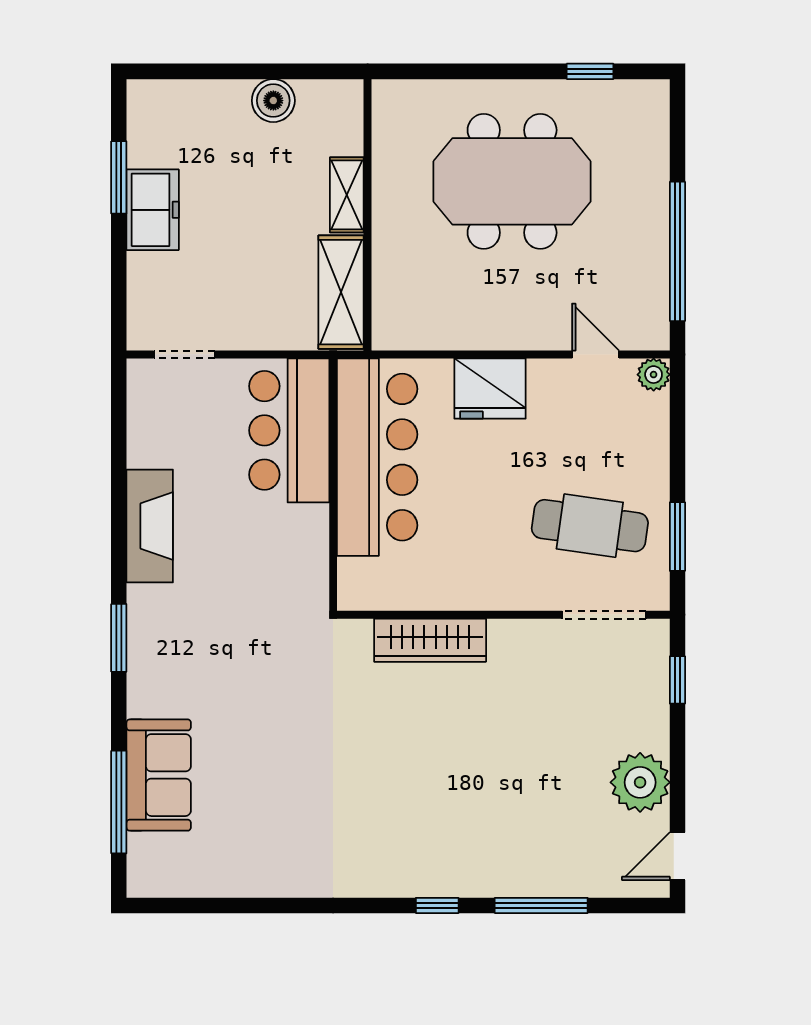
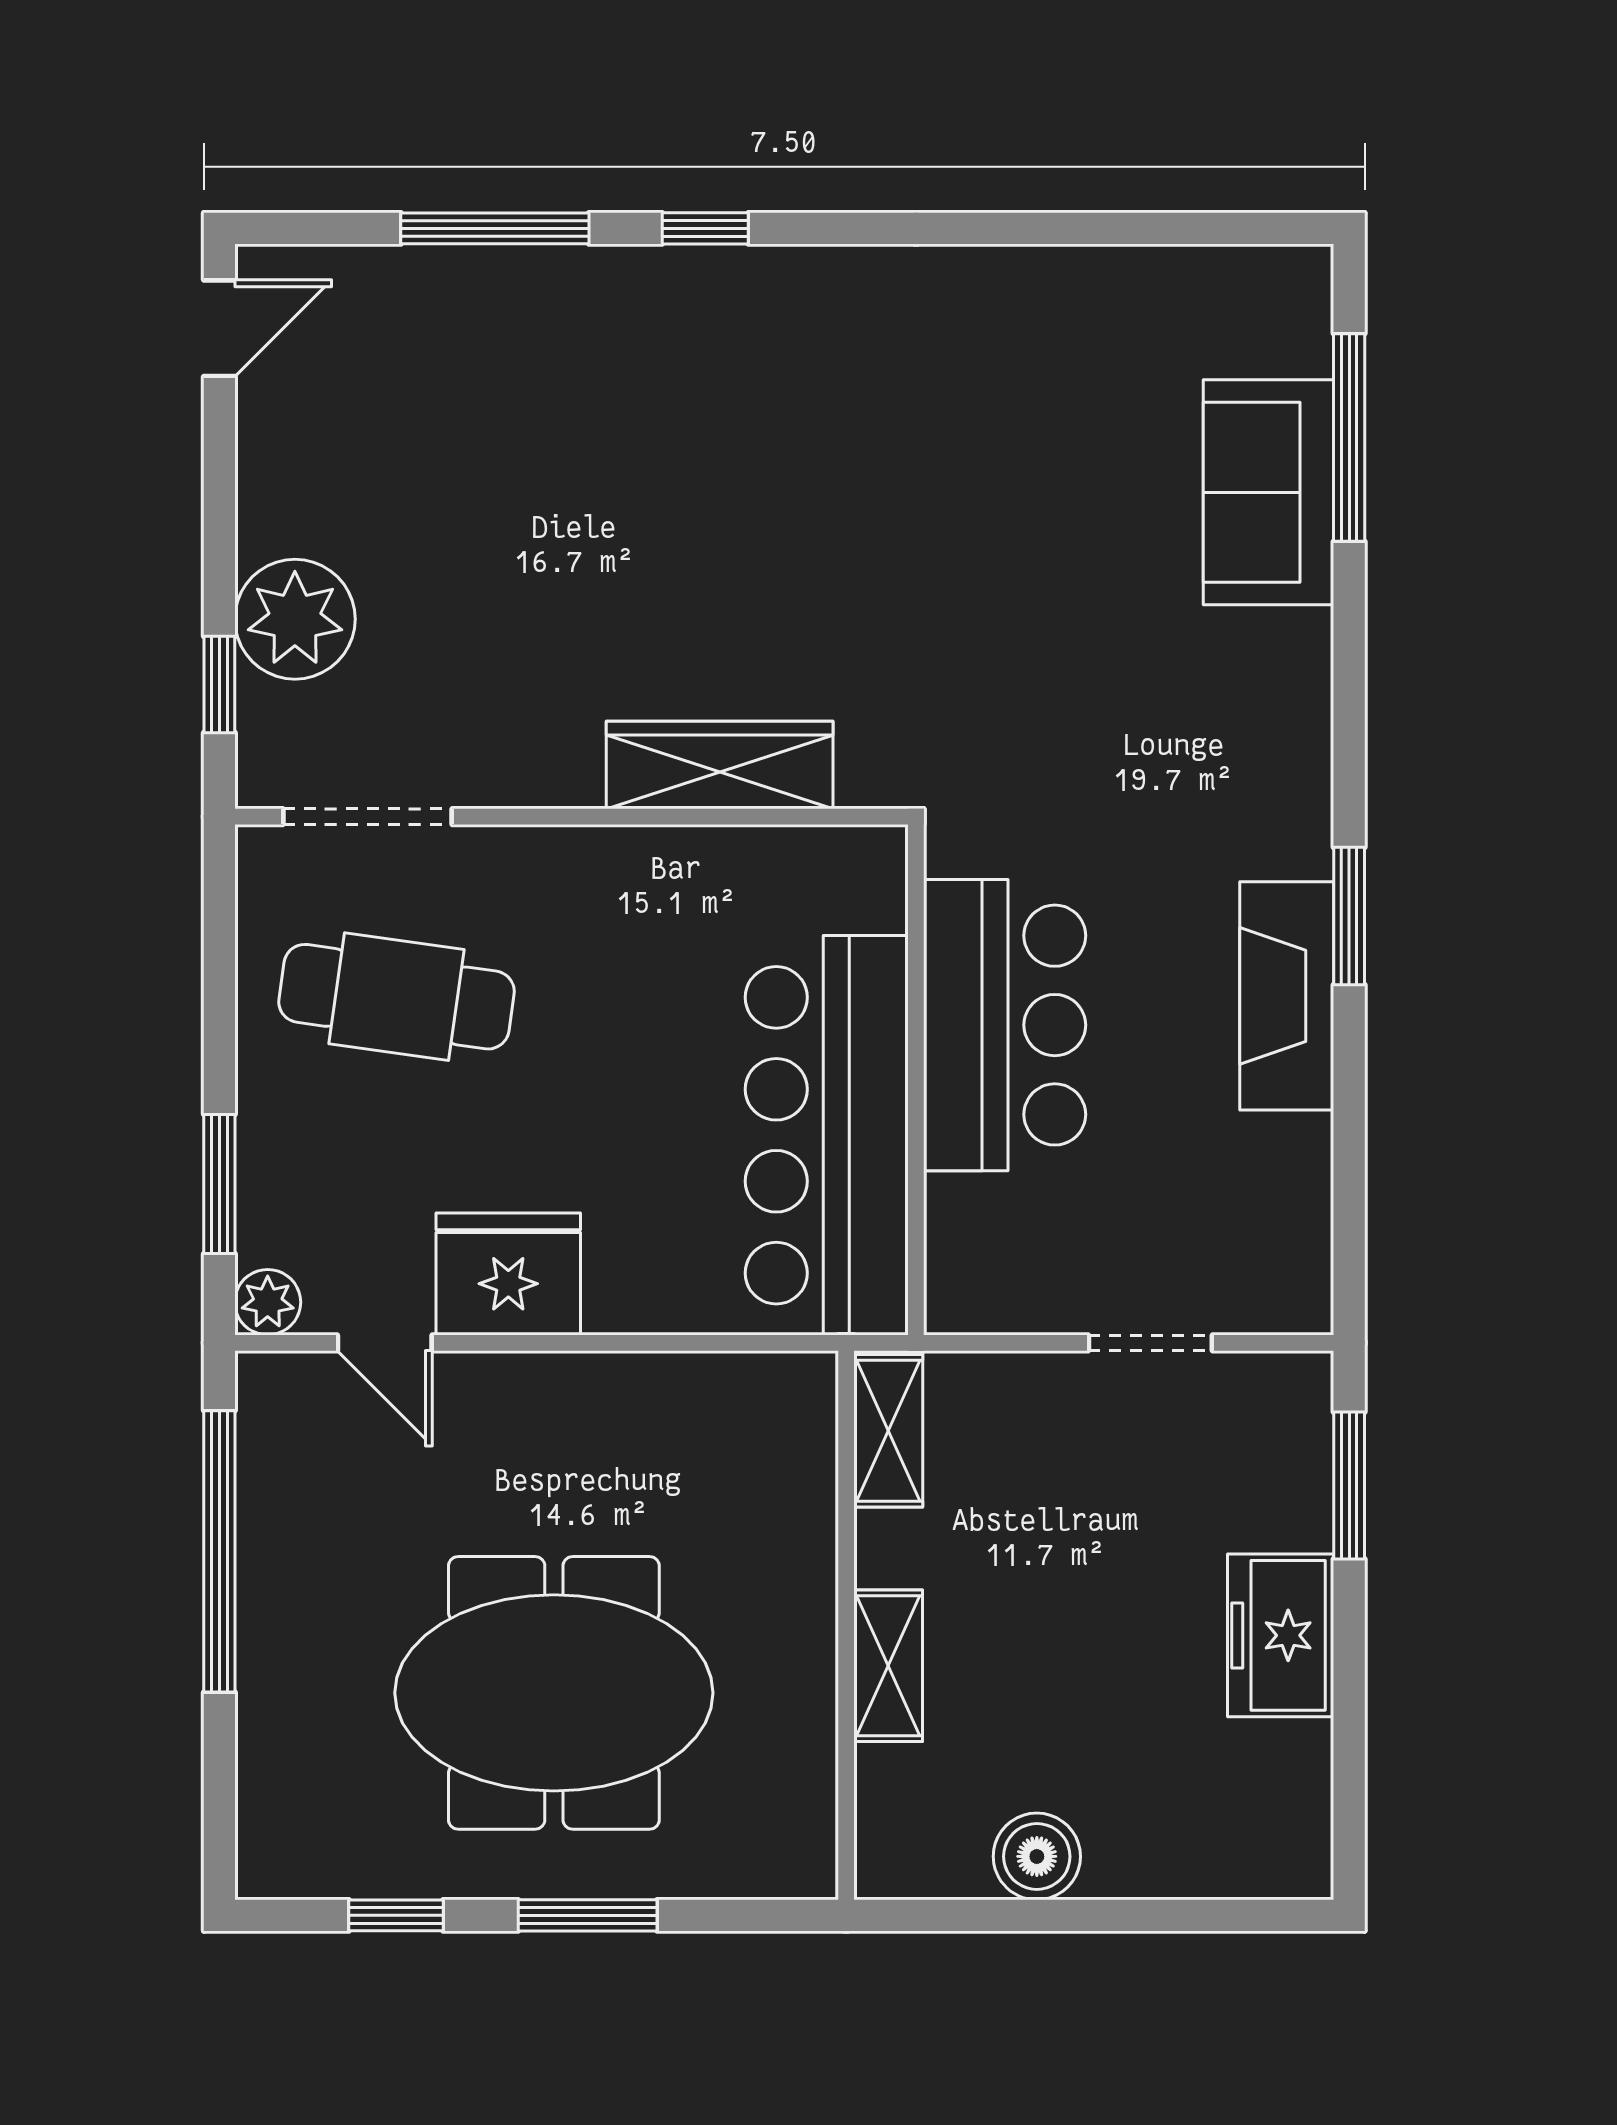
window: (495, 71) -> (588, 1915), added
window: (119, 177) -> (1349, 1485), moved
shelving: (341, 292) -> (888, 1431), width x0.67, depth x0.75
doorway: (184, 354) -> (1150, 1343), moved
fridge: (490, 389) -> (508, 1274), moved
bar counter: (289, 430) -> (1005, 1025), moved
window: (677, 537) -> (219, 1184), moved
window: (119, 638) -> (1349, 916), moved
plant: (640, 782) -> (295, 619), moved

